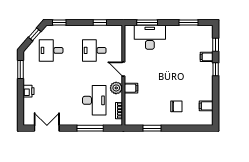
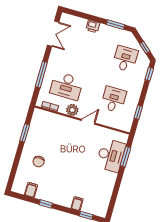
window: (189, 23) -> (114, 196), removed
window: (216, 69) -> (46, 204), moved
filing cabinet: (131, 88) -> (68, 124), removed

